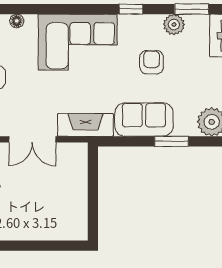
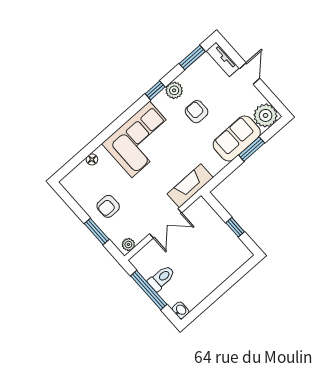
plant: (174, 24) -> (174, 90), moved
sofa: (144, 120) -> (237, 138), moved
window: (93, 200) -> (235, 227), added

